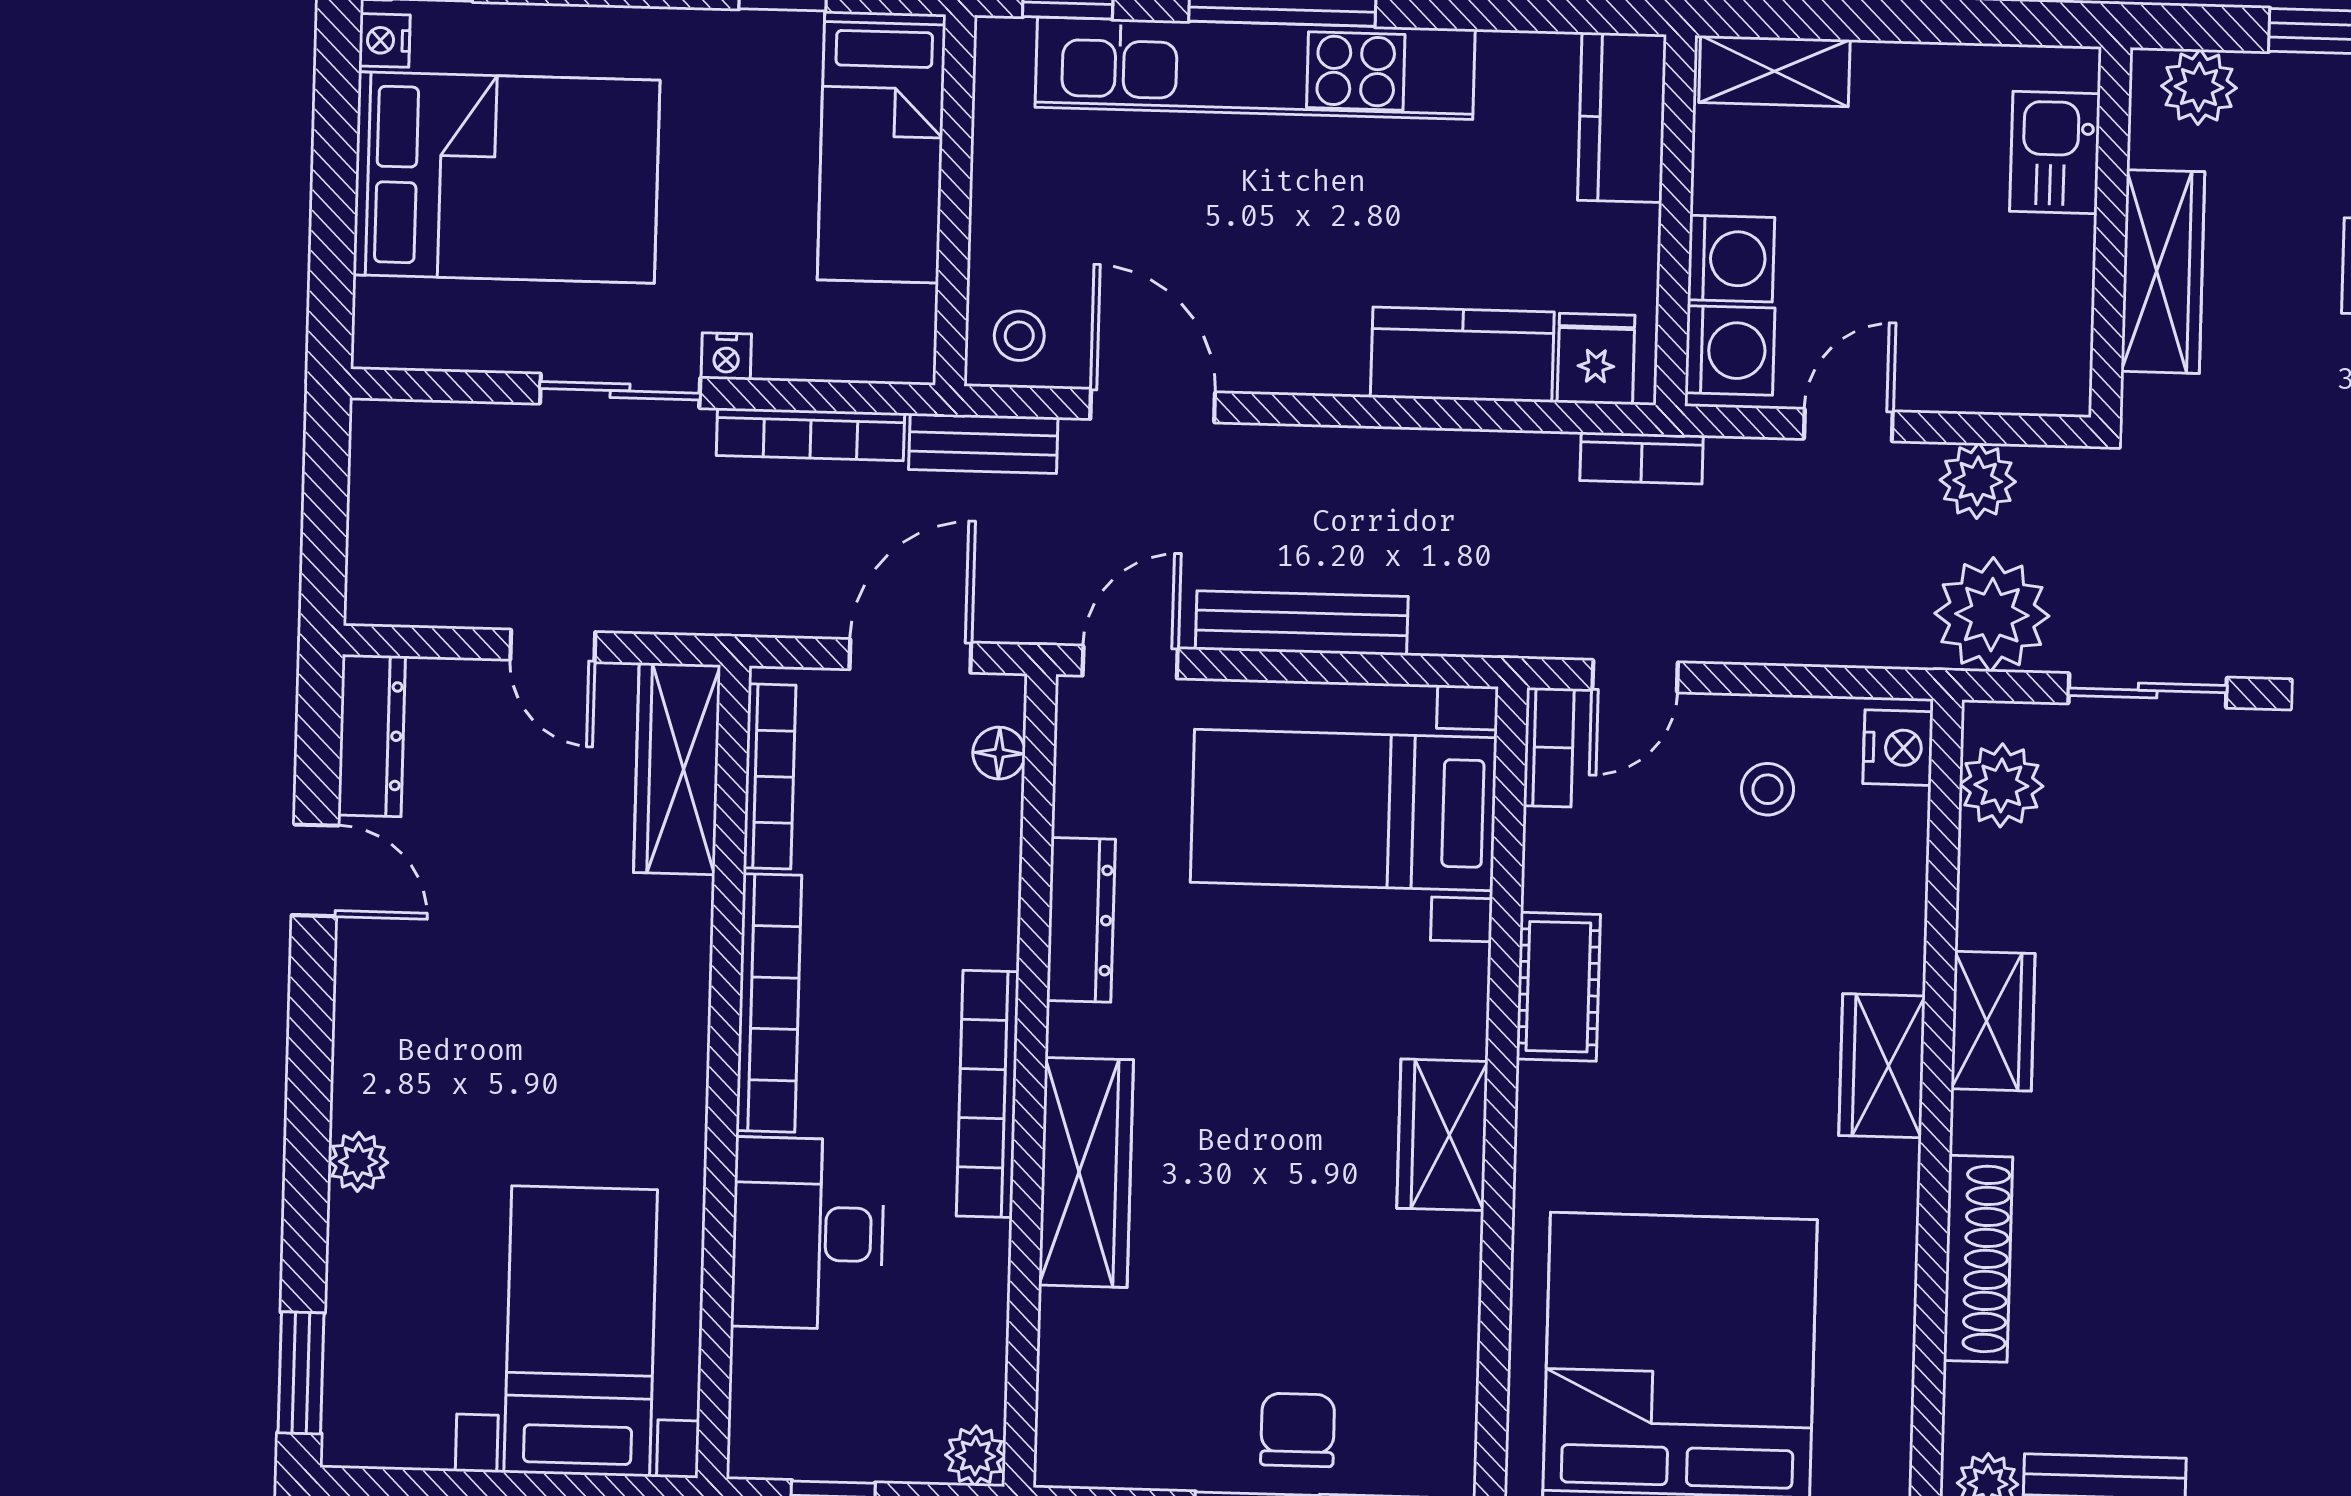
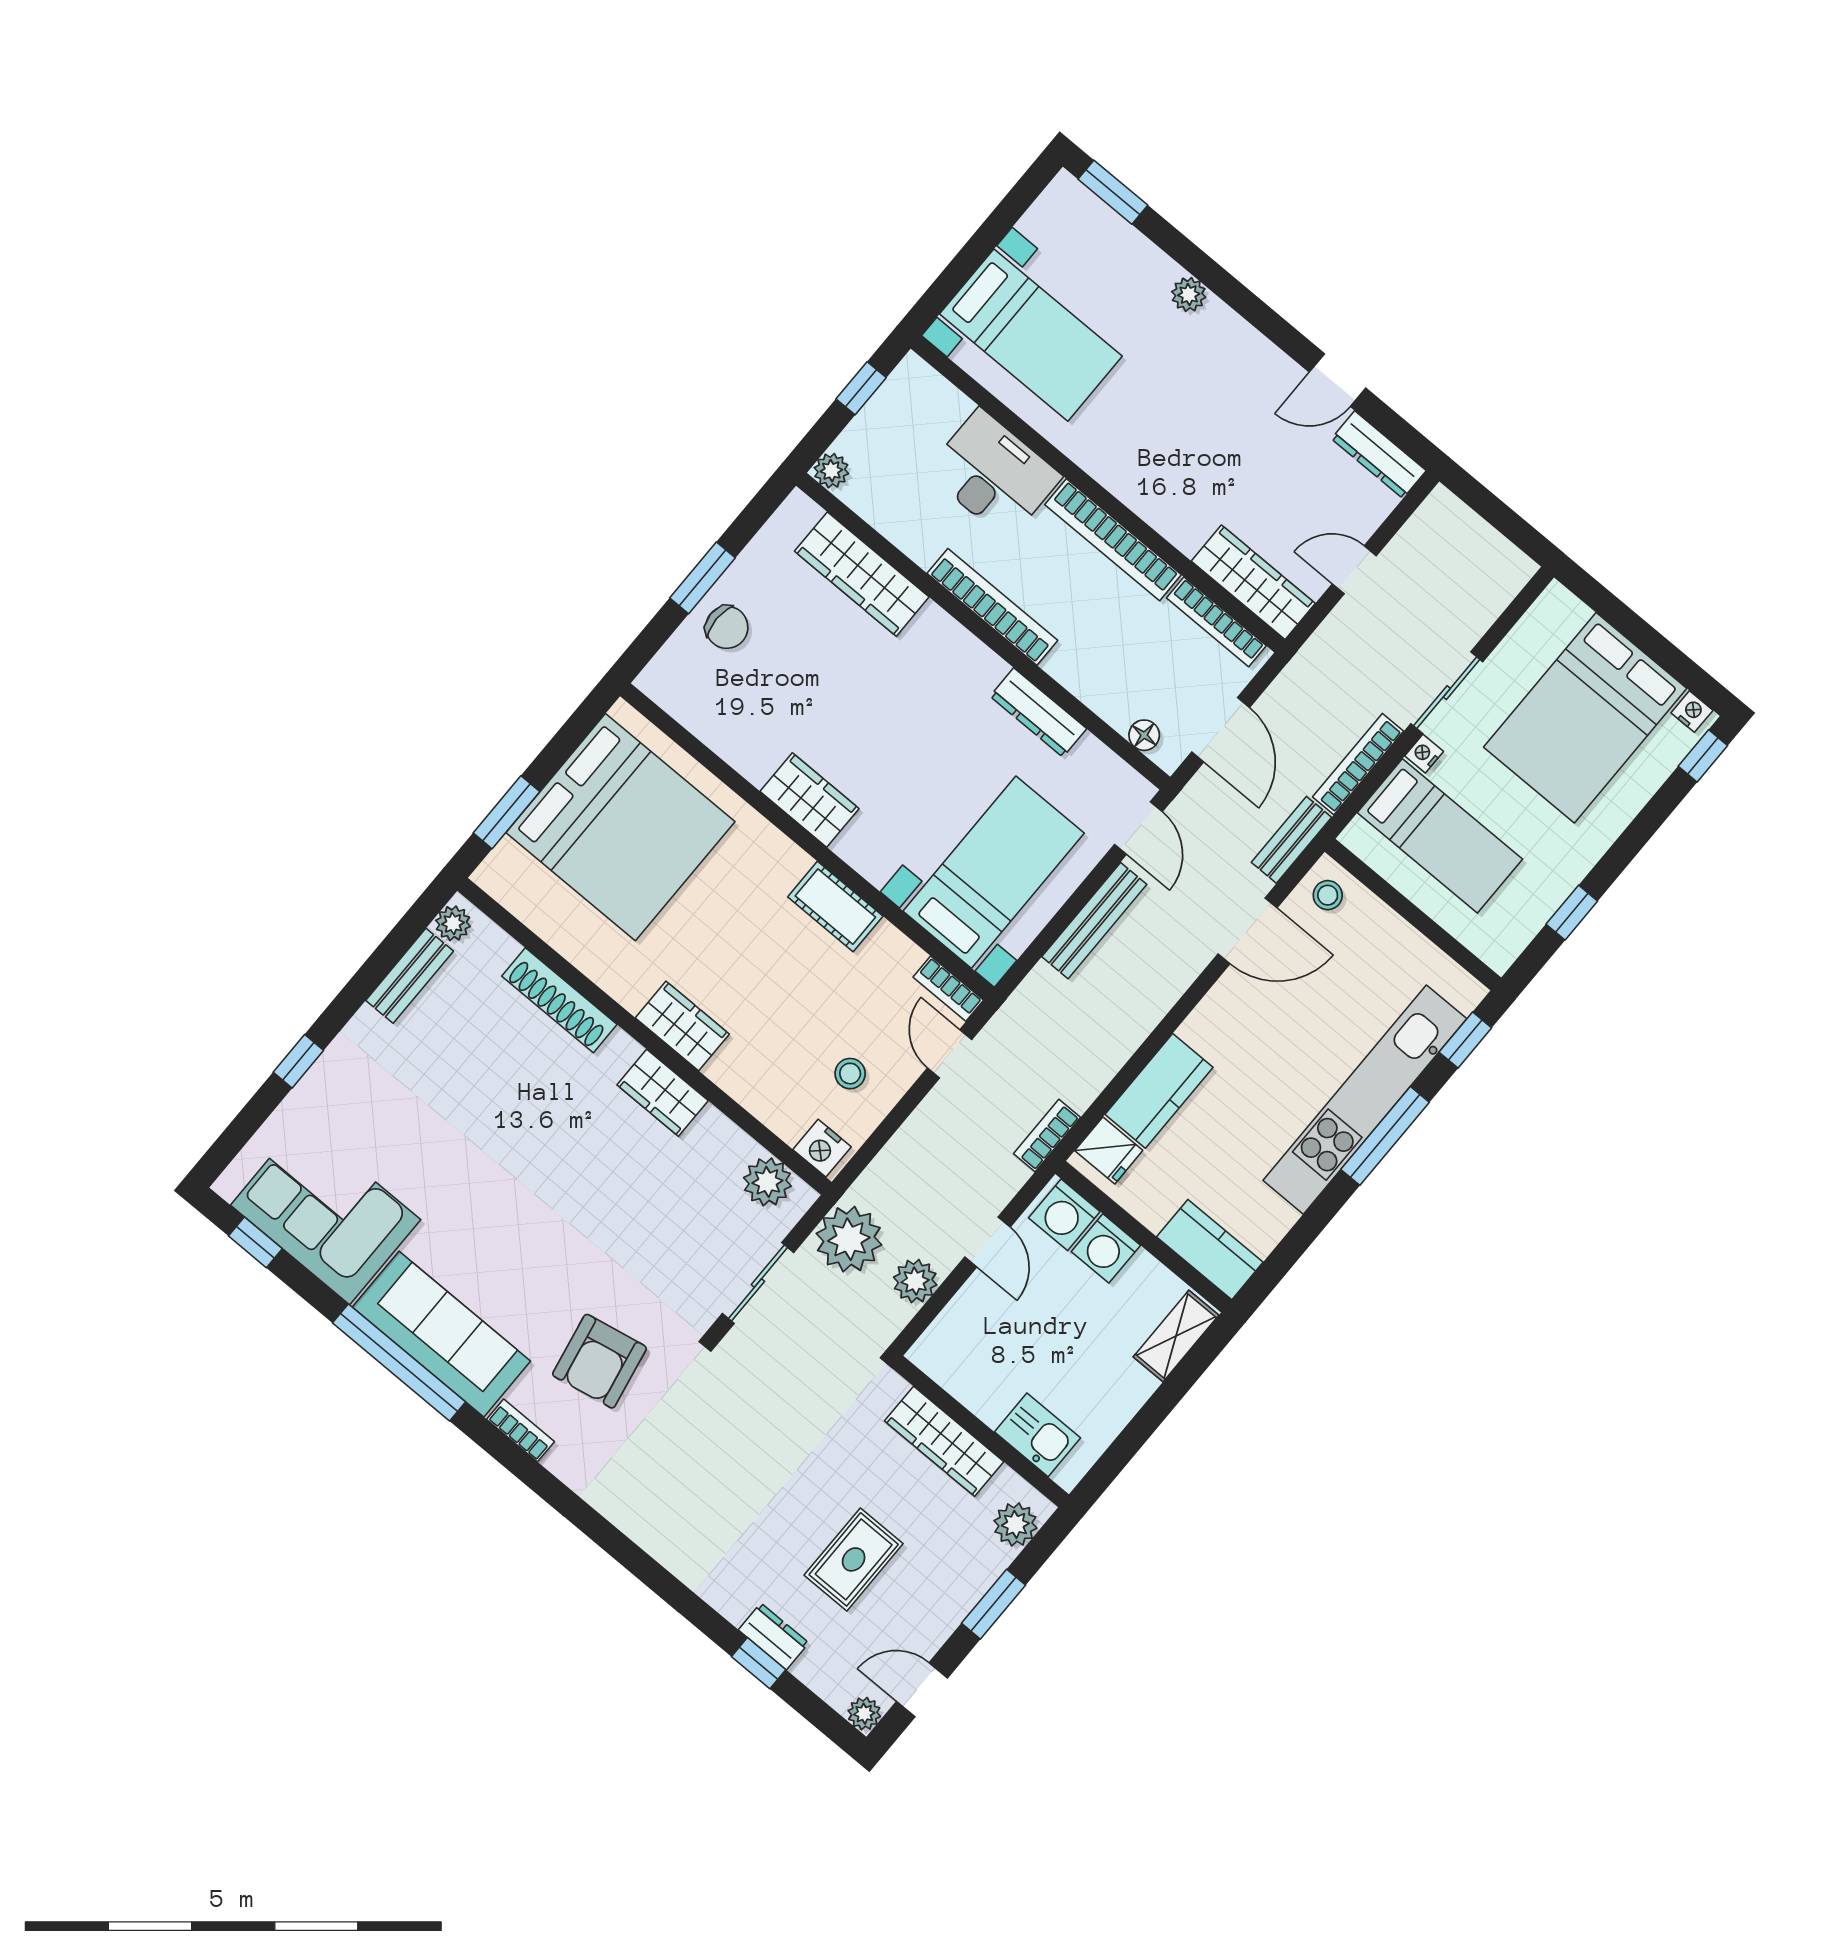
bed: (882, 147) -> (1440, 836), moved, turned 180
wardrobe: (1086, 1172) -> (862, 574), moved

